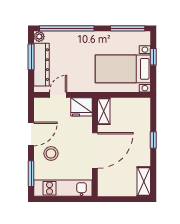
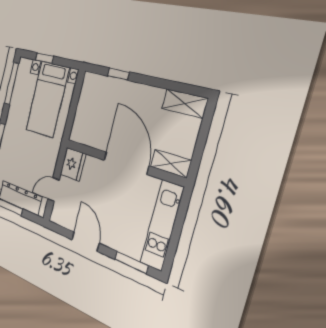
door: (58, 95) -> (54, 189), hinge flipped
shelving: (104, 111) -> (171, 164), moved
window: (153, 140) -> (118, 74), moved
stool: (51, 153) -> (114, 225), removed

